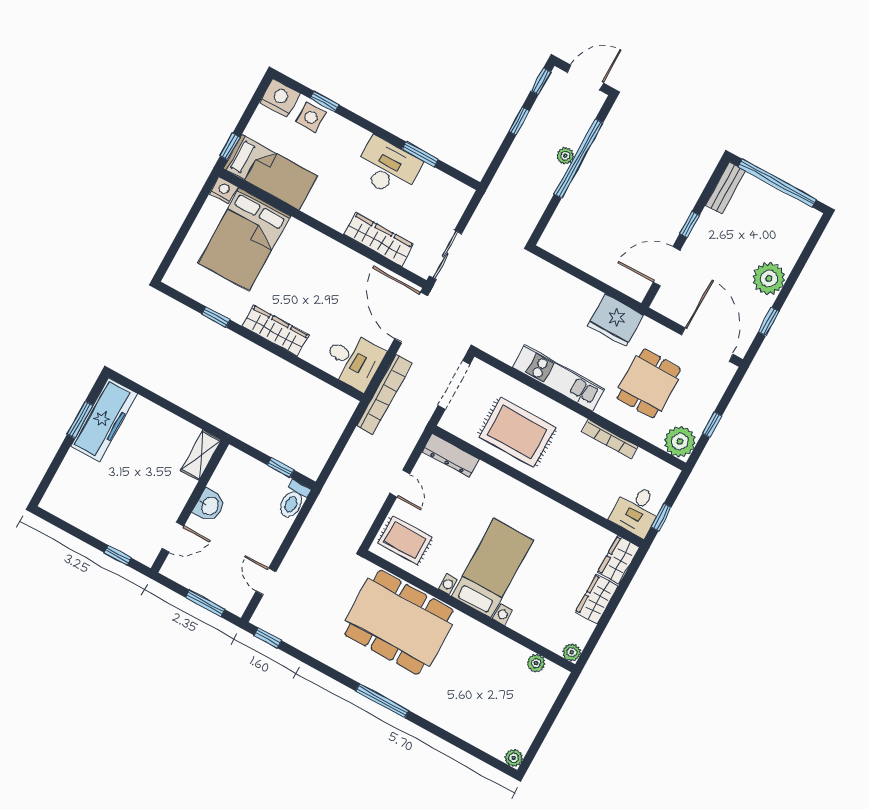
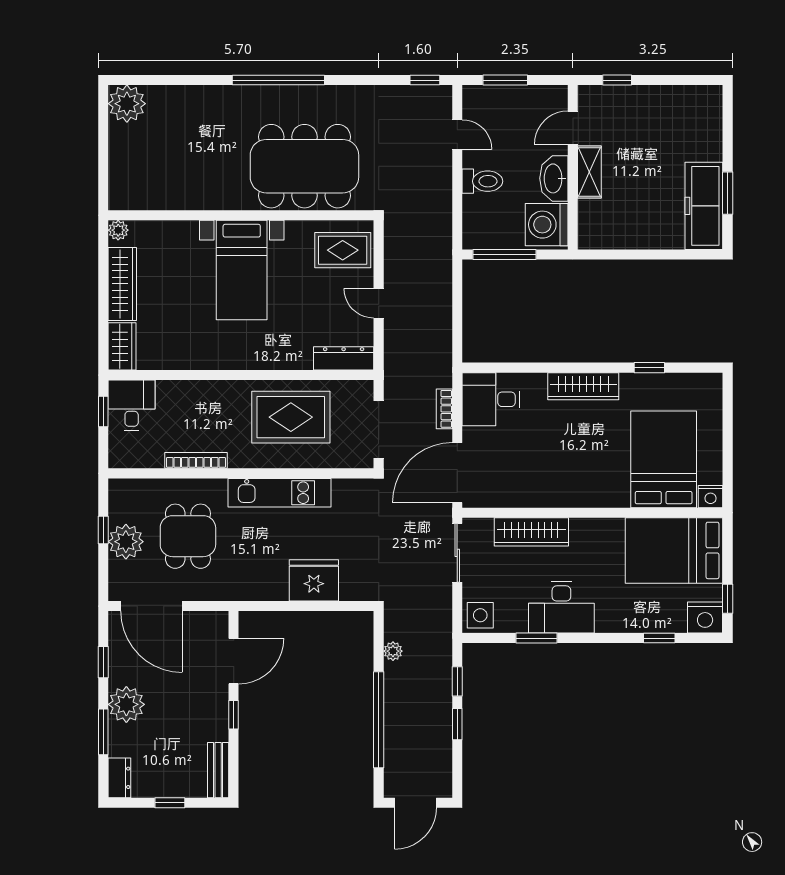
window: (541, 81) -> (457, 681), moved
side table: (311, 117) -> (480, 615), moved
window: (230, 147) -> (728, 599), moved
plant: (565, 156) -> (393, 651), moved
bed: (270, 172) -> (674, 550), width x1.50
window: (777, 183) -> (170, 803), width x0.32
dresser: (806, 224) -> (119, 778), added
window: (799, 267) -> (103, 732), added
door: (411, 317) -> (457, 473), swing flipped
fridge: (615, 320) -> (314, 580), moved
bookcase: (384, 394) -> (444, 409), width x0.43, depth x0.76
plant: (680, 442) -> (126, 542), moved
shelving: (201, 455) -> (589, 172), moved
window: (281, 467) -> (504, 255), width x2.17
washing machine: (235, 473) -> (547, 225), added
toilet: (293, 500) -> (482, 181), moved, turned 90
washbasin: (209, 506) -> (554, 178), width x1.38
wardrobe: (597, 599) -> (122, 284), width x1.50
plant: (536, 663) -> (148, 200), removed
window: (382, 701) -> (278, 80), width x1.46
plant: (514, 758) -> (127, 104), width x1.87, depth x1.87

